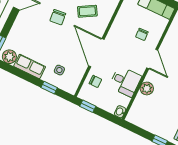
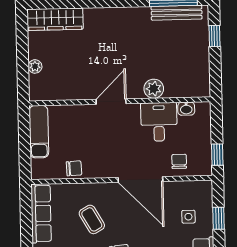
chair: (142, 34) -> (74, 168), moved
door: (96, 53) -> (140, 180), hinge flipped
washbasin: (120, 112) -> (186, 109), moved

